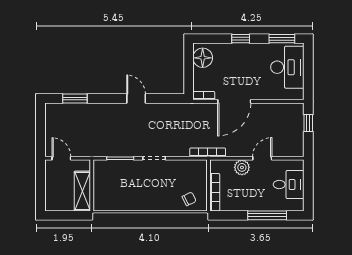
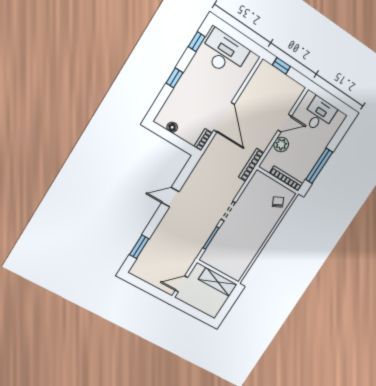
window: (282, 39) -> (197, 42), width x0.67
floor lamp: (203, 58) -> (172, 127), width x0.53, depth x0.53
door: (262, 158) -> (285, 123), swing flipped
window: (267, 215) -> (319, 166), moved

